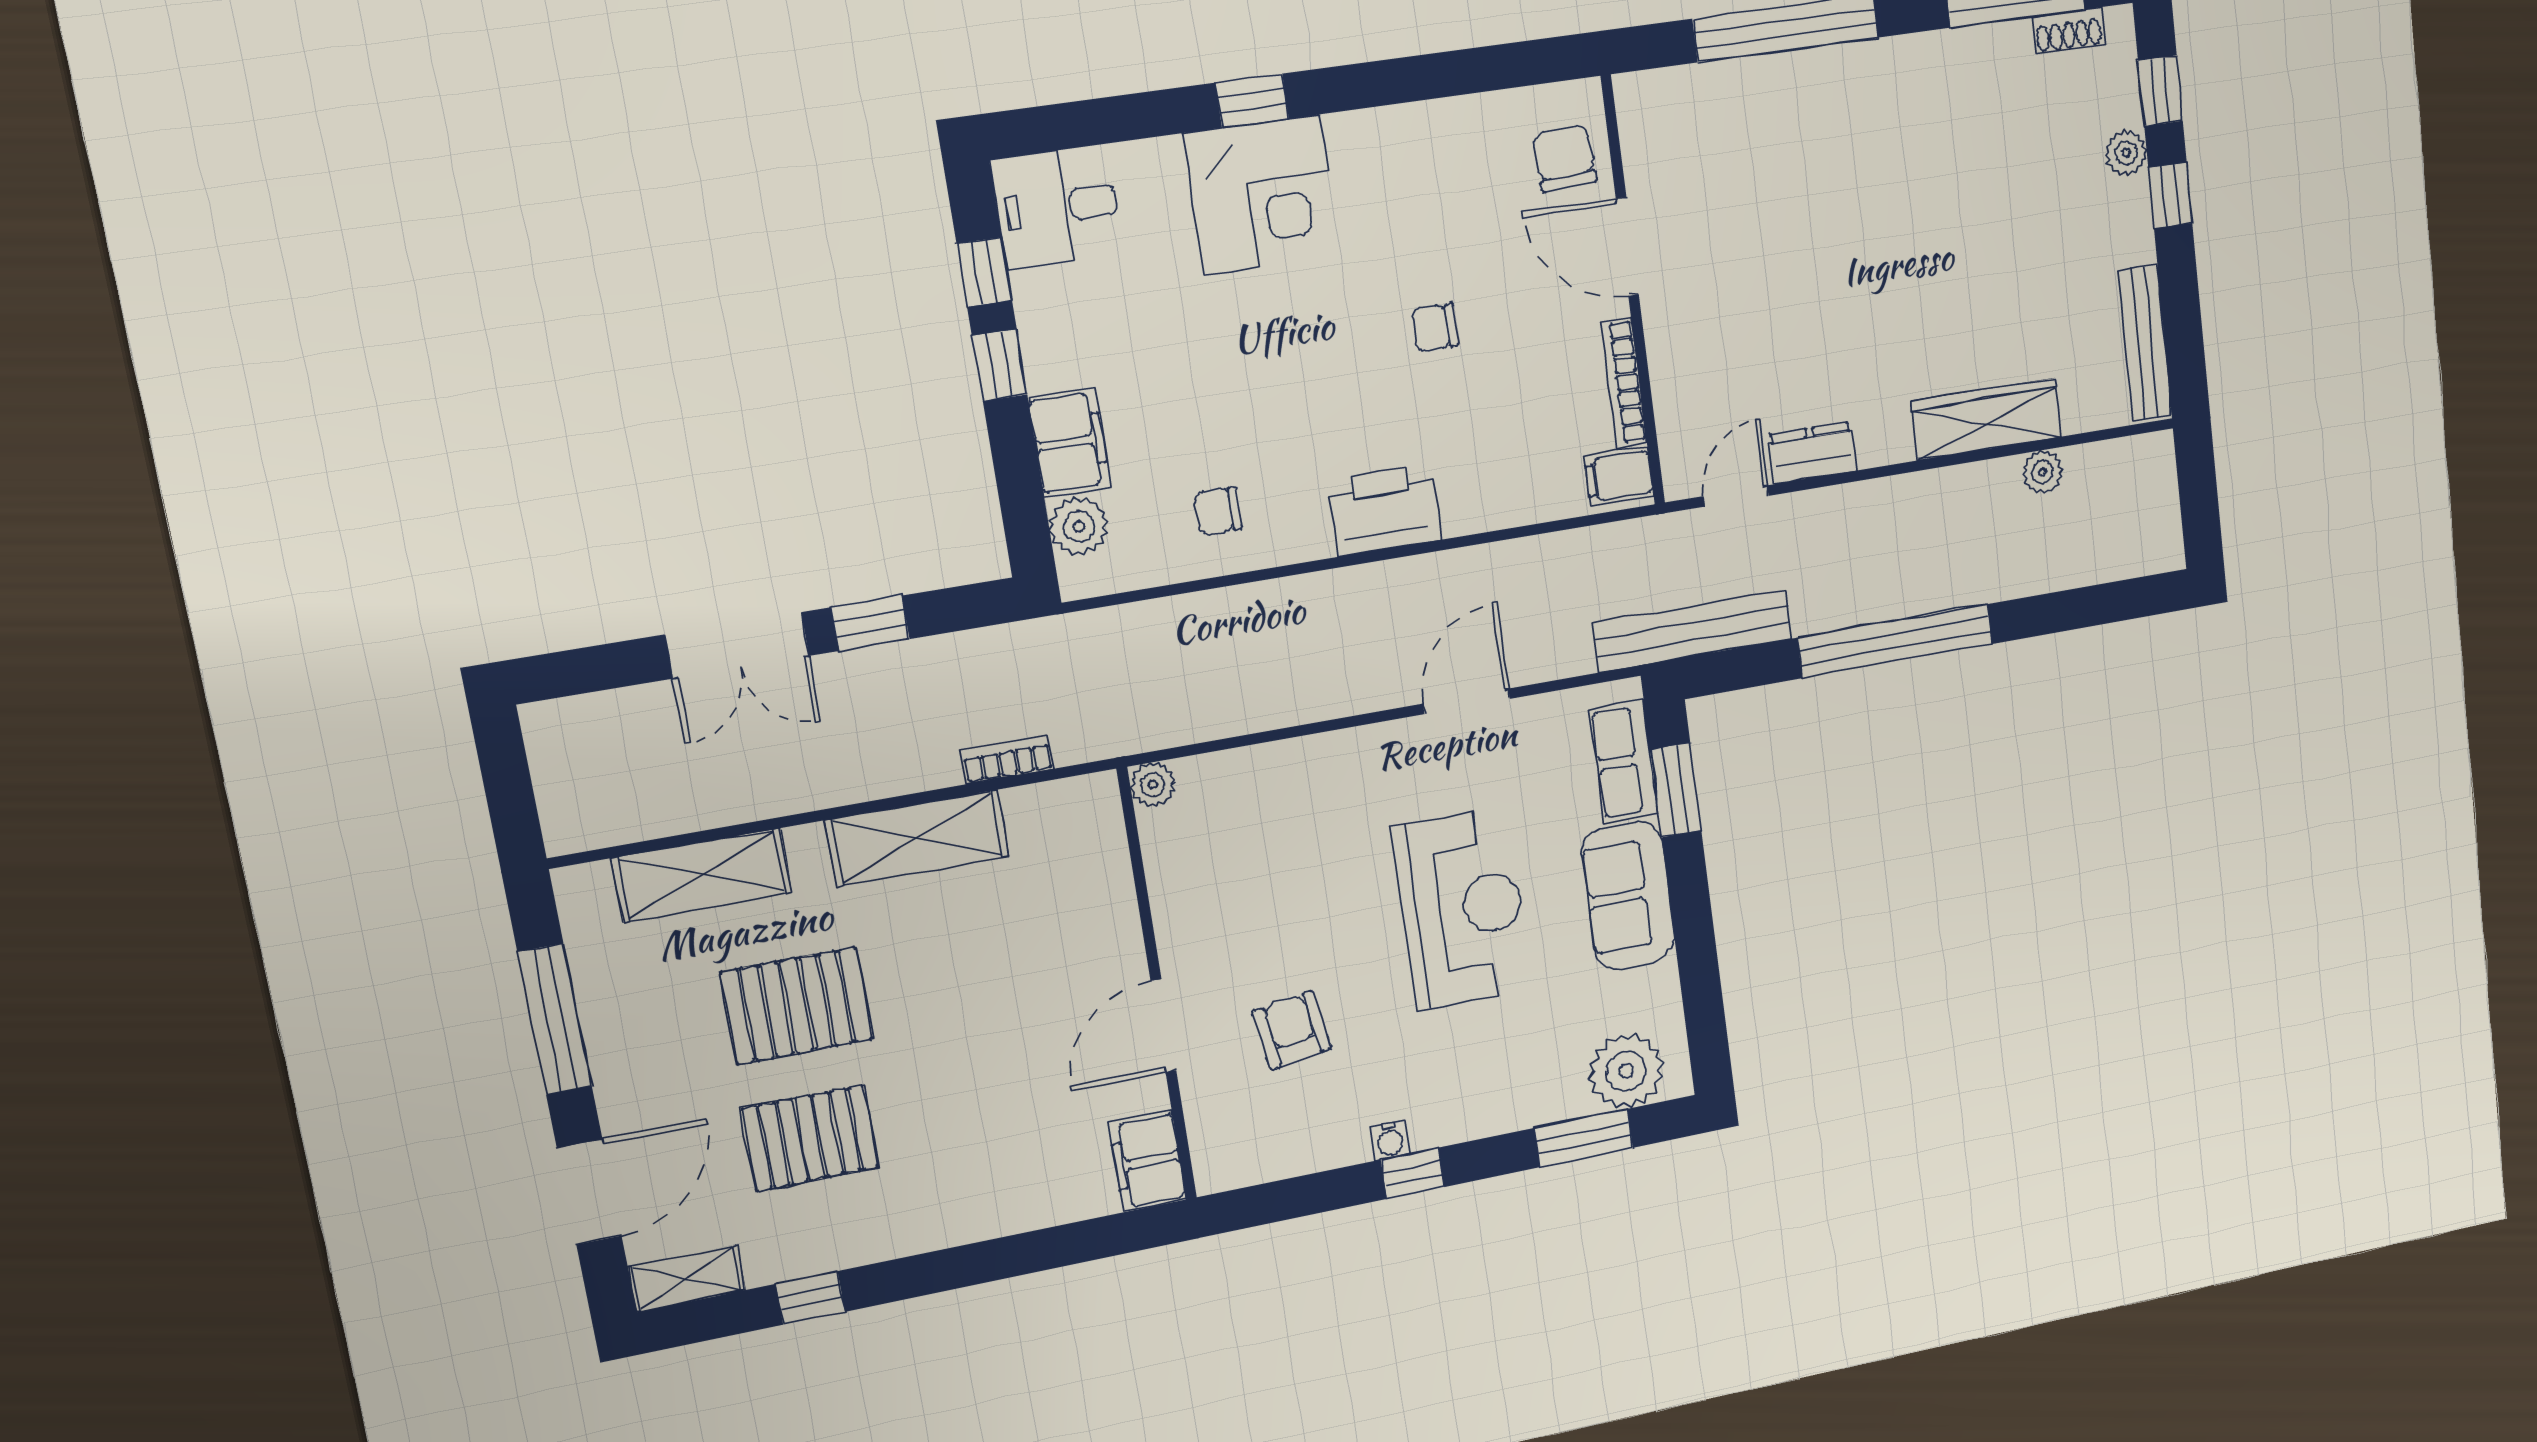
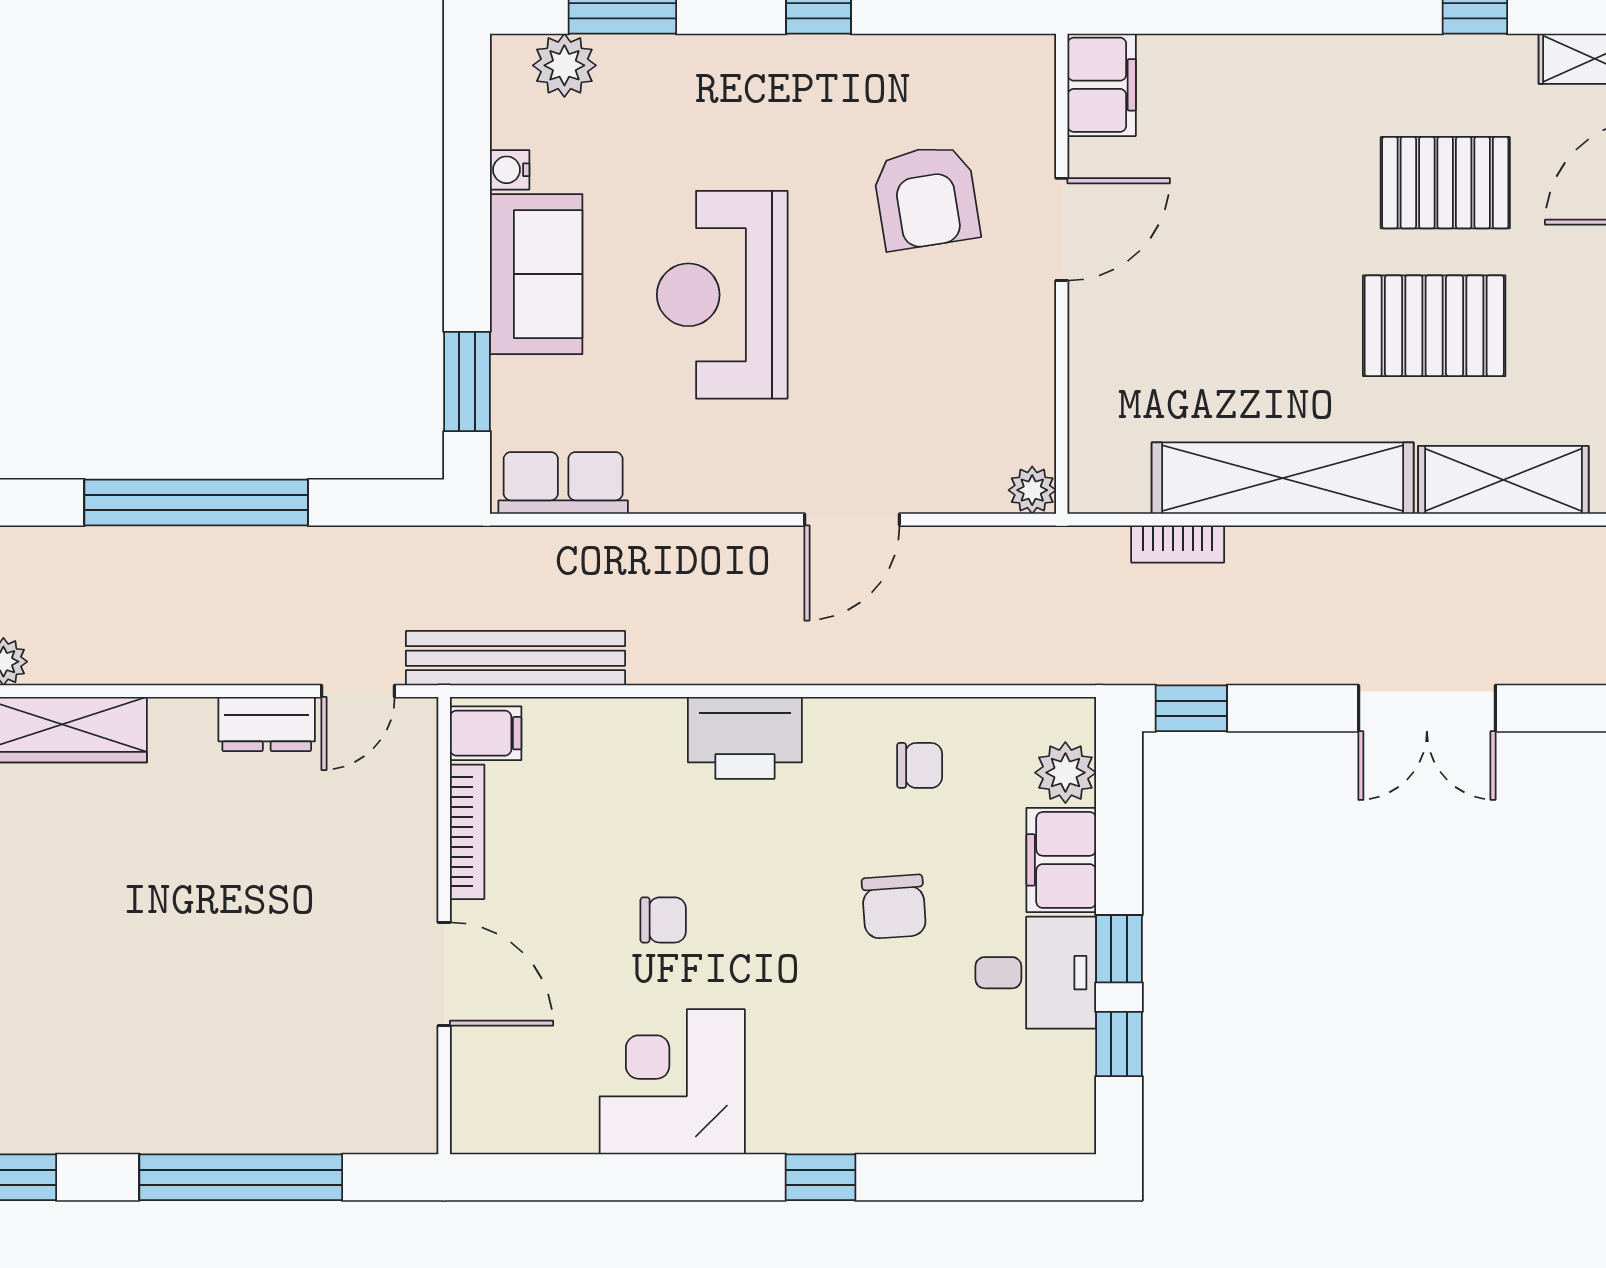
chair: (1565, 158) -> (894, 907), moved
corner desk: (1262, 195) -> (672, 1082), moved
desk: (1057, 207) -> (1036, 973), moved
window: (871, 623) -> (1191, 708), moved
bench: (1693, 631) -> (515, 658), moved
double door: (737, 645) -> (1427, 708), swing flipped
door: (1467, 701) -> (852, 520), moved
row of seats: (1624, 761) -> (563, 483), moved, turned -90
shelving: (917, 838) -> (1283, 478), width x1.47
armchair: (1292, 1030) -> (926, 197), width x1.38, depth x1.38
plant: (1626, 1071) -> (564, 65), width x0.73, depth x0.73
water cooler: (1390, 1140) -> (510, 170), moved, turned -90

